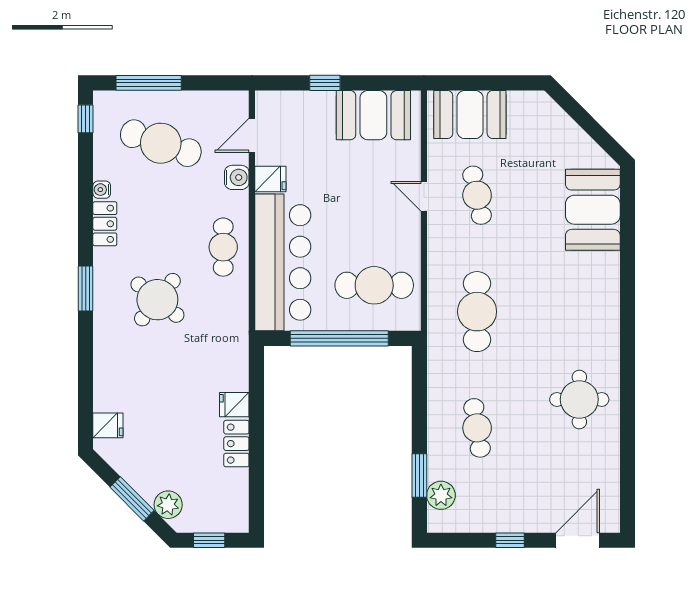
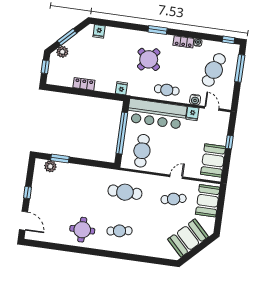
booth: (593, 210) -> (188, 238), moved, turned -45
fridge: (234, 405) -> (121, 88), moved
cafe table: (477, 428) -> (120, 231), moved

